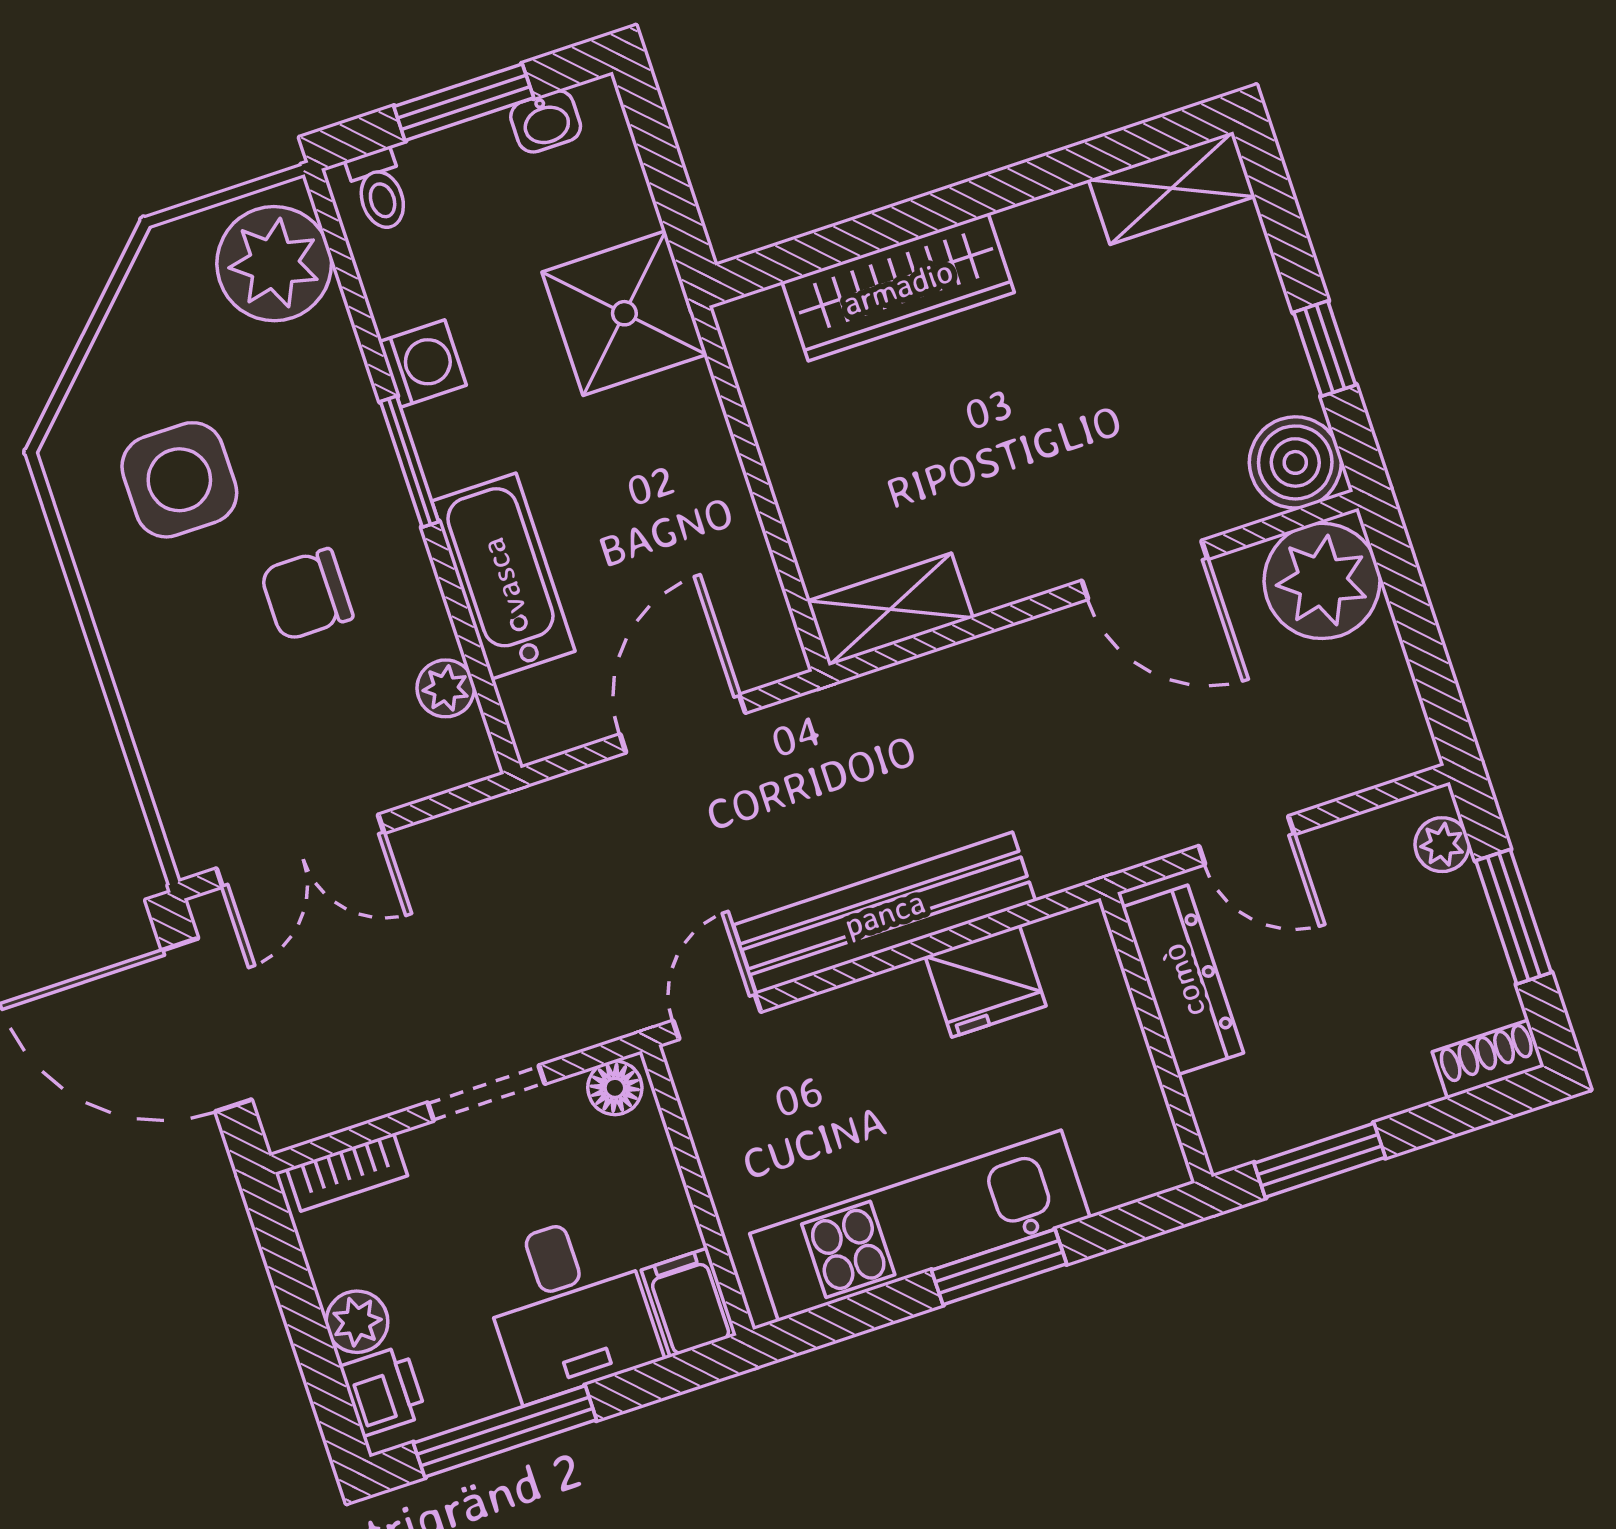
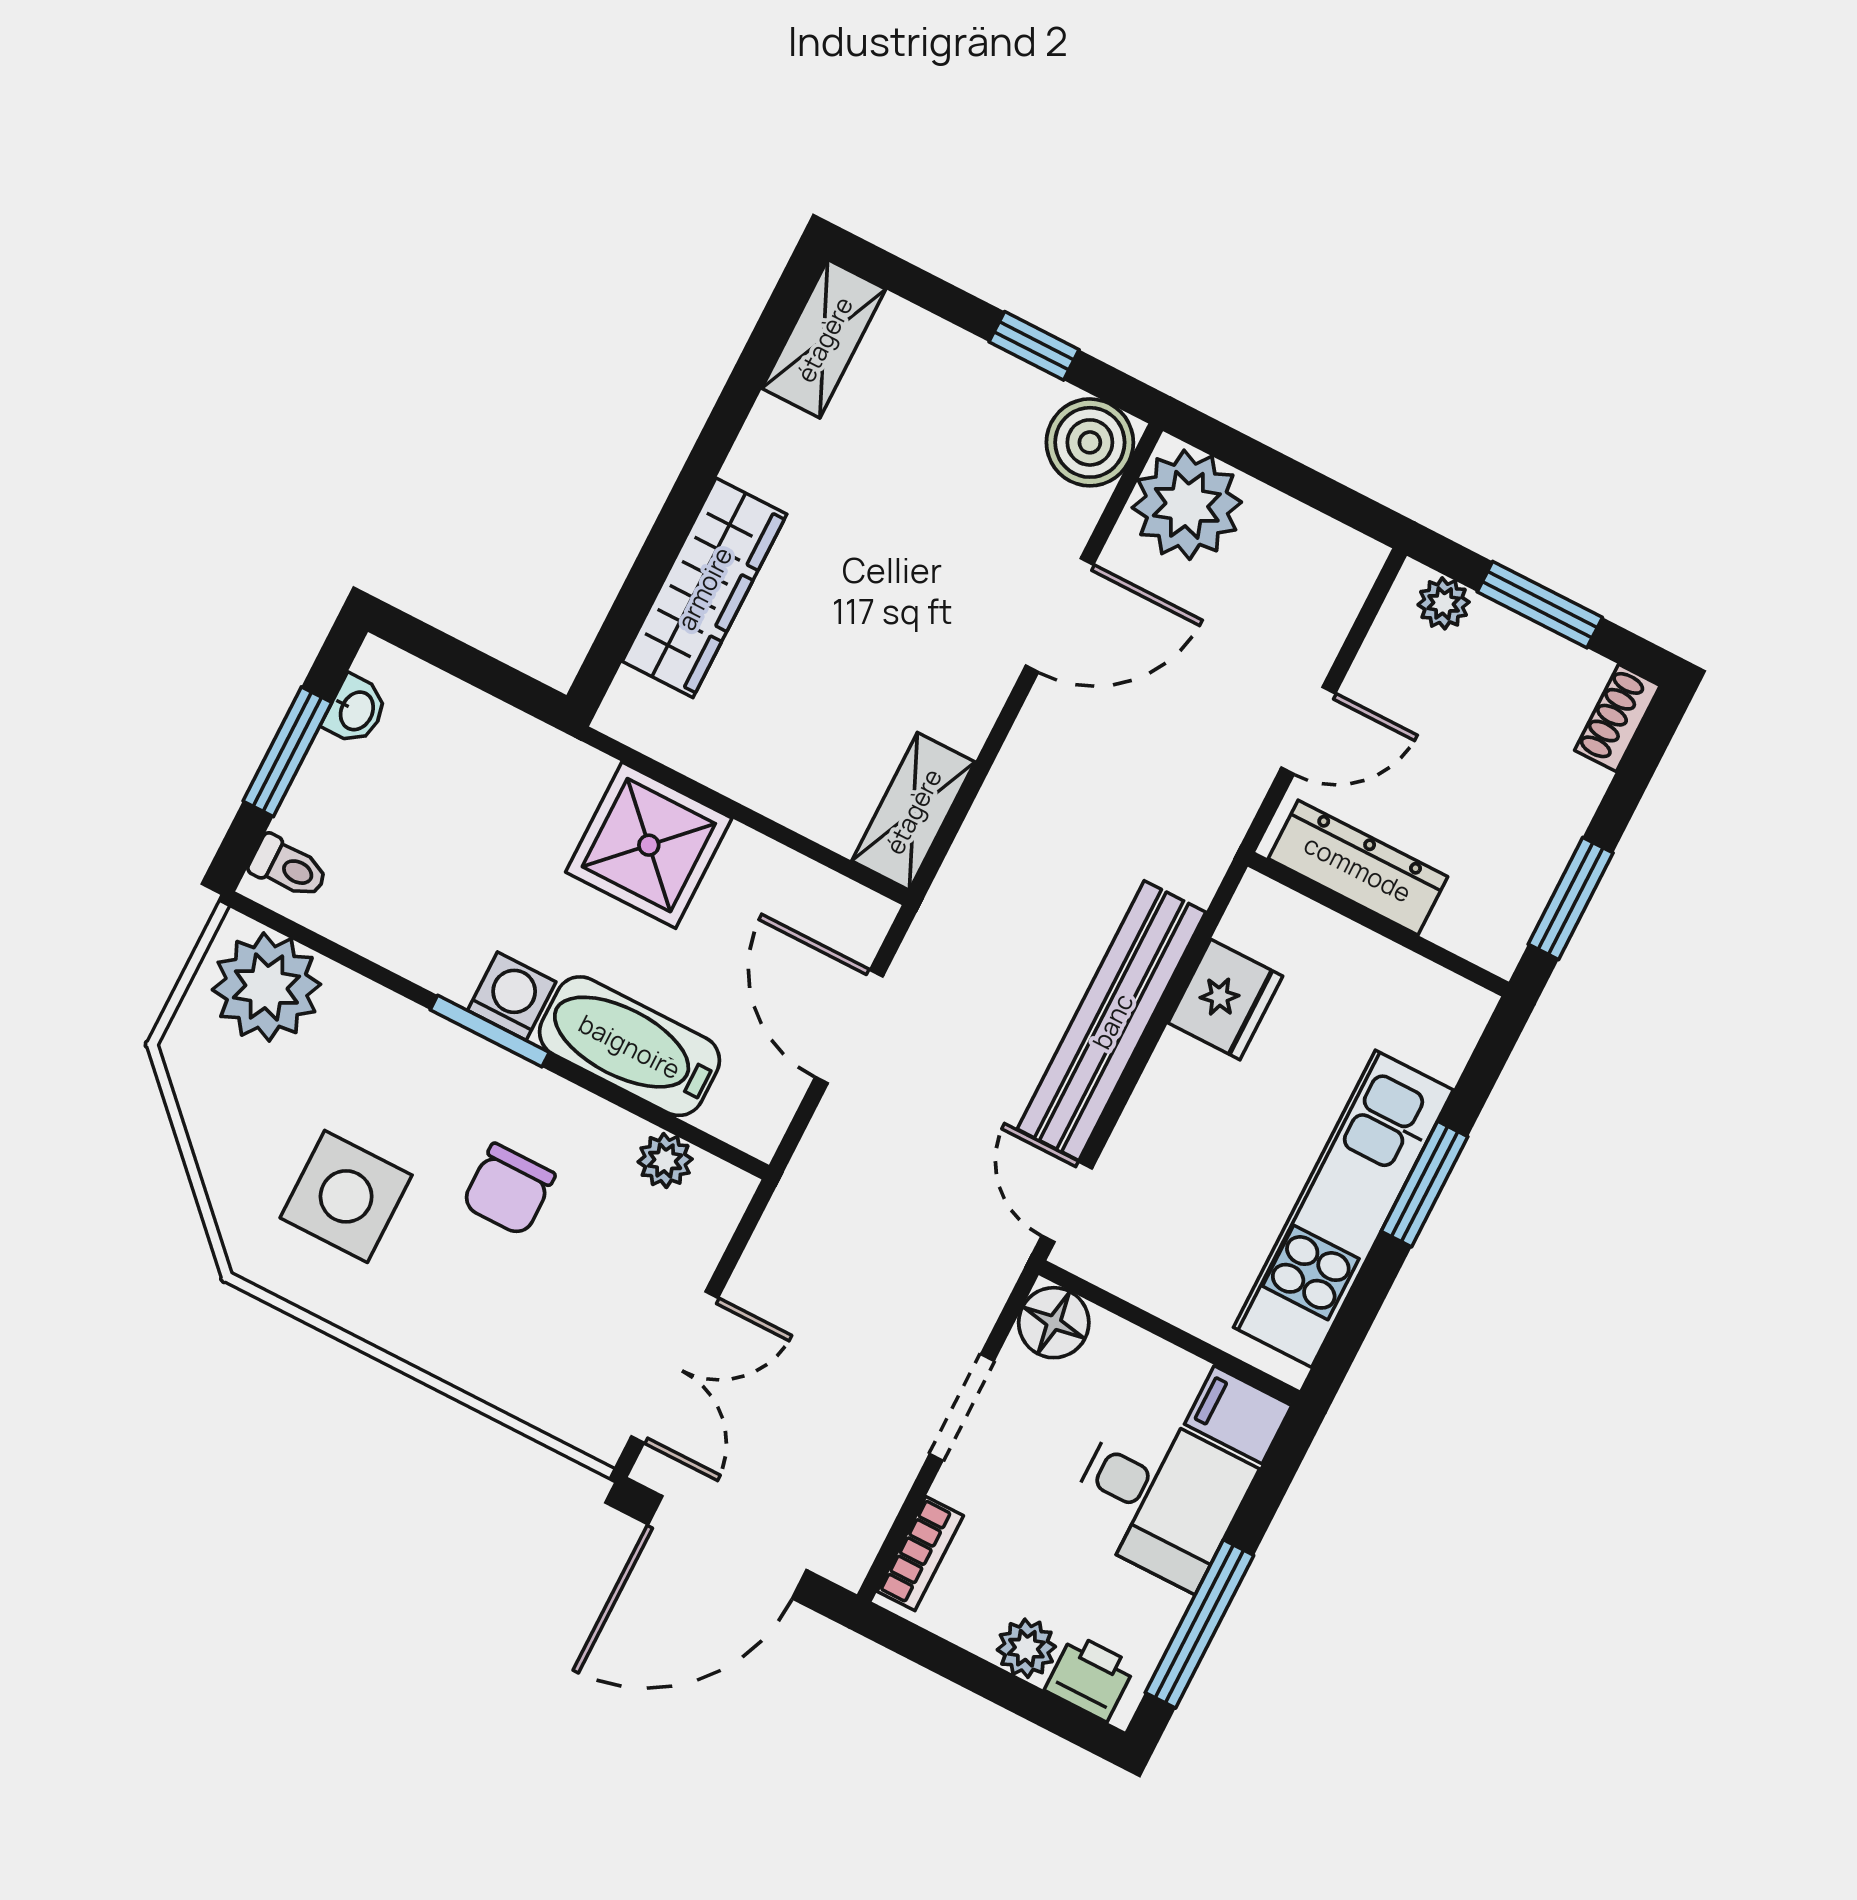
shower: (624, 313) -> (649, 845), moved
washing machine: (423, 364) -> (512, 996), moved
floor lamp: (615, 1088) -> (1054, 1323), width x1.37, depth x1.37

